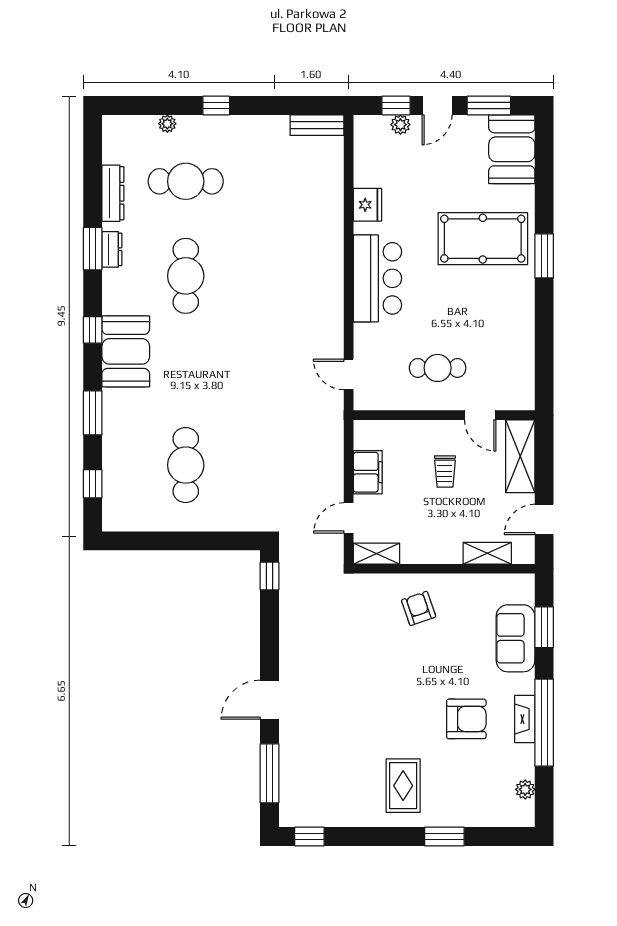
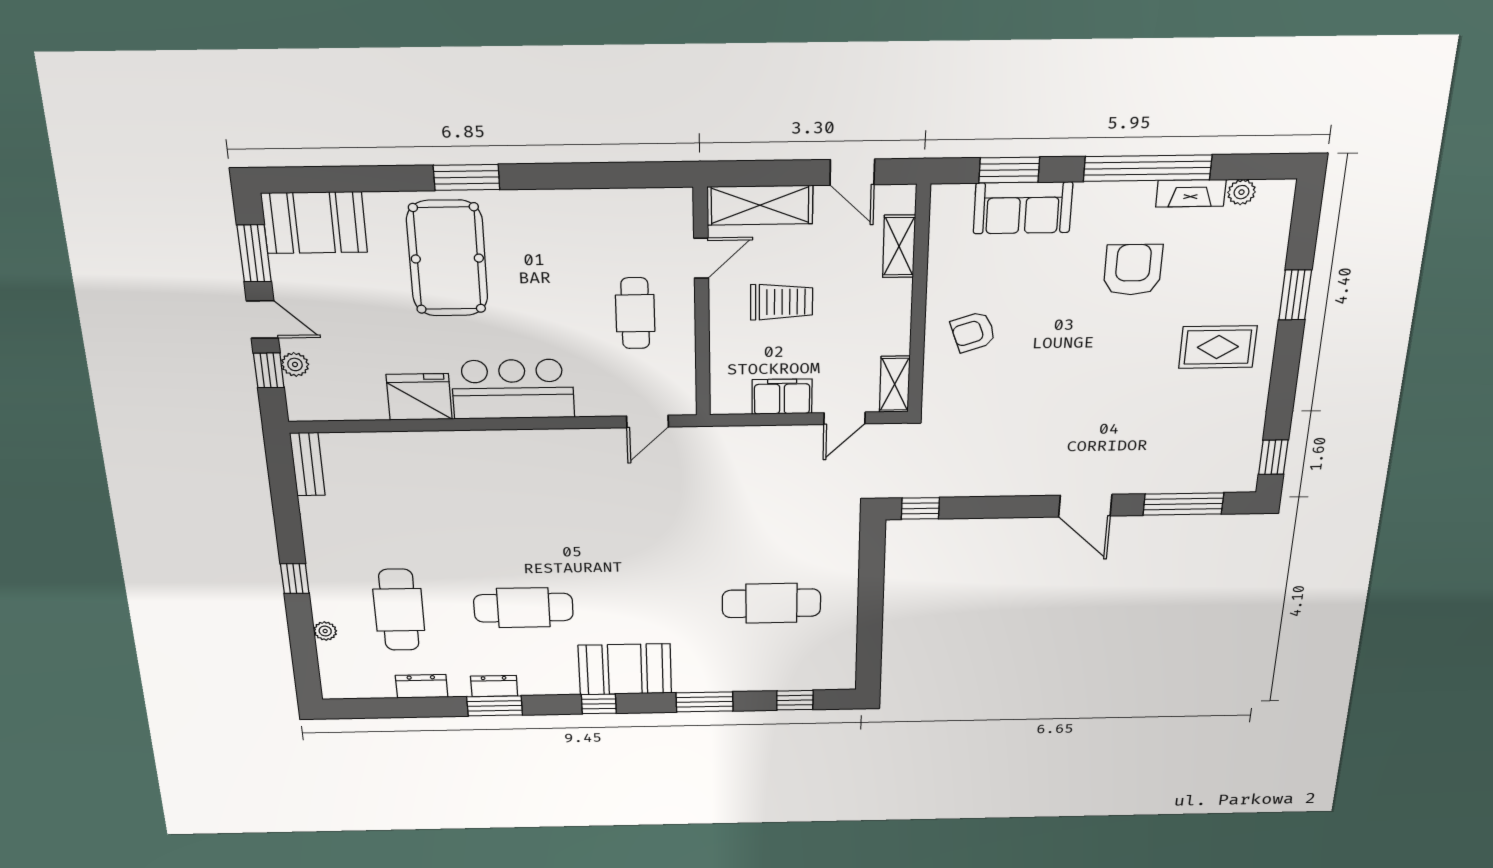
dresser: (113, 193) -> (422, 686), width x0.70
fridge: (367, 205) -> (419, 397), width x1.36, depth x1.34
trolley: (445, 472) -> (782, 302), width x1.36, depth x1.39
door: (349, 518) -> (845, 418), hinge flipped
fireplace: (525, 719) -> (1191, 193), moved

